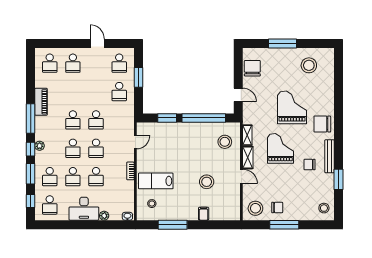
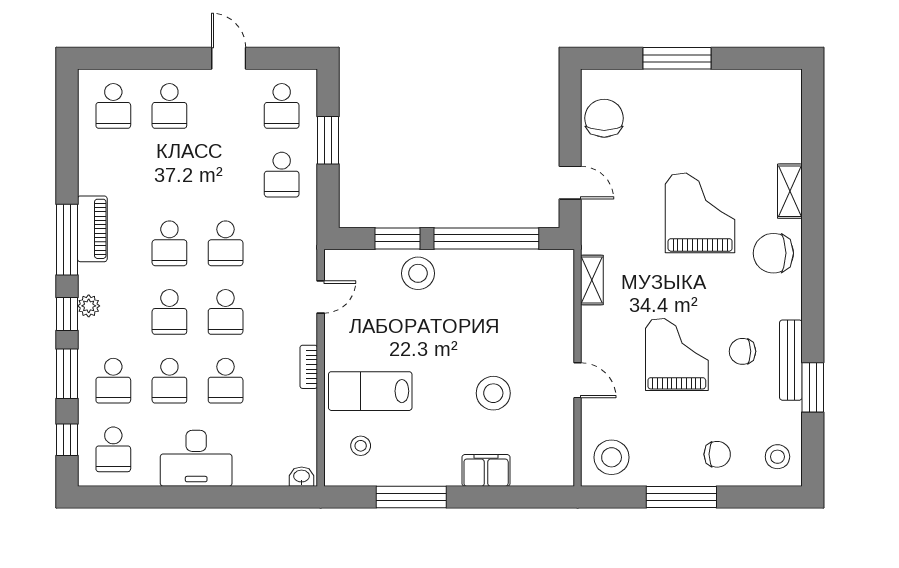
stool: (309, 65) -> (741, 111), removed
piano: (41, 102) -> (92, 229), moved
stool: (225, 142) -> (418, 273), moved
grand piano: (281, 148) -> (677, 354), moved
bench: (329, 156) -> (791, 360), moved
shelving: (248, 158) -> (790, 191), moved
chair: (277, 208) -> (717, 454), moved
filing cabinet: (204, 214) -> (486, 470), width x2.00
plant: (104, 216) -> (245, 475), removed

